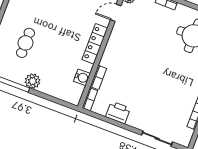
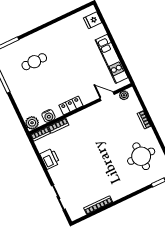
locker: (95, 44) -> (71, 106), width x0.66
plant: (33, 81) -> (32, 123), moved

